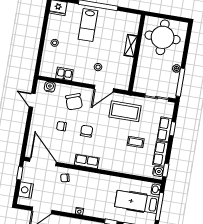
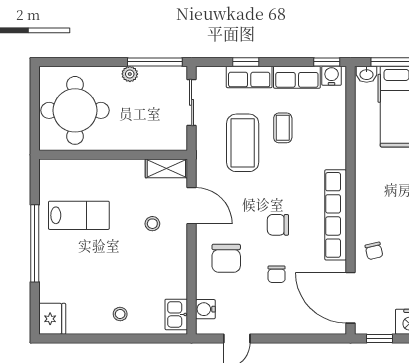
lab bench: (88, 25) -> (79, 215), moved
shelving: (131, 46) -> (166, 168), moved
kitchen sink: (64, 74) -> (176, 314), moved
chair: (74, 102) -> (226, 258), turned 110
coffee table: (125, 111) -> (243, 143), moved
row of seats: (87, 161) -> (336, 215), width x2.02
door: (43, 162) -> (350, 298), hinge flipped

